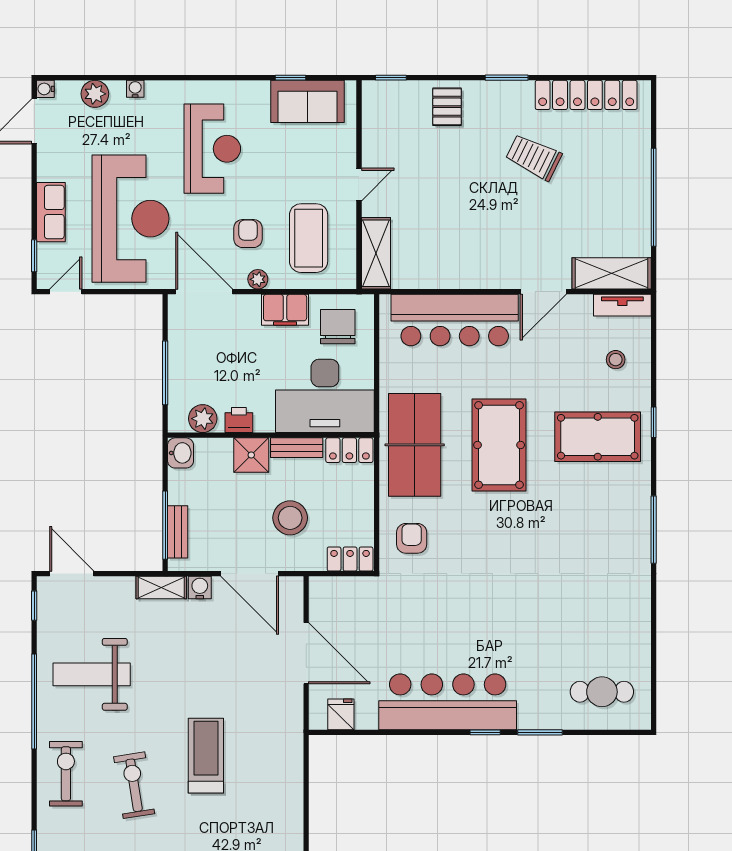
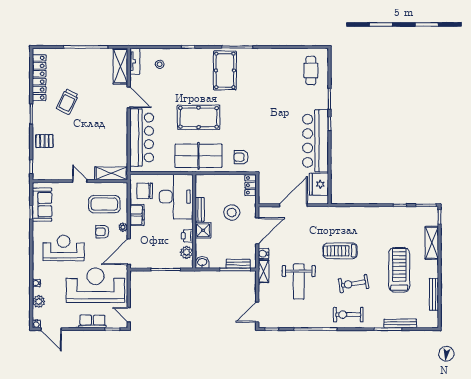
pool table: (598, 437) -> (225, 70), moved
locker: (349, 450) -> (201, 186), removed
weight bench: (92, 674) -> (299, 282), moved
fridge: (341, 714) -> (319, 184), width x1.88, depth x1.34

